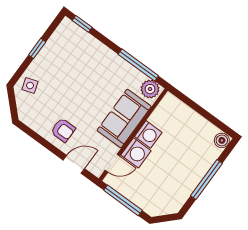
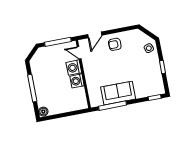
plant: (150, 89) -> (97, 101), removed
sofa: (124, 118) -> (118, 93), moved, turned -90
door: (112, 163) -> (79, 53), hinge flipped

